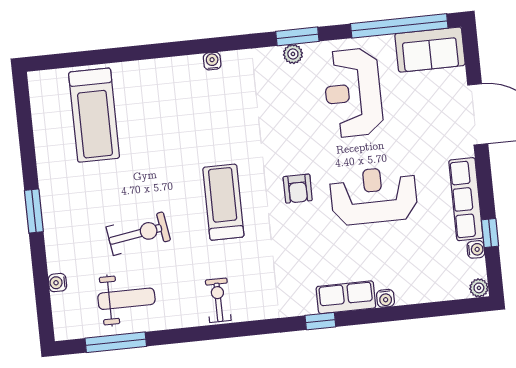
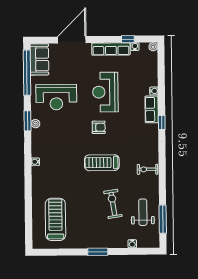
treadmill: (94, 115) -> (55, 219), turned -90

